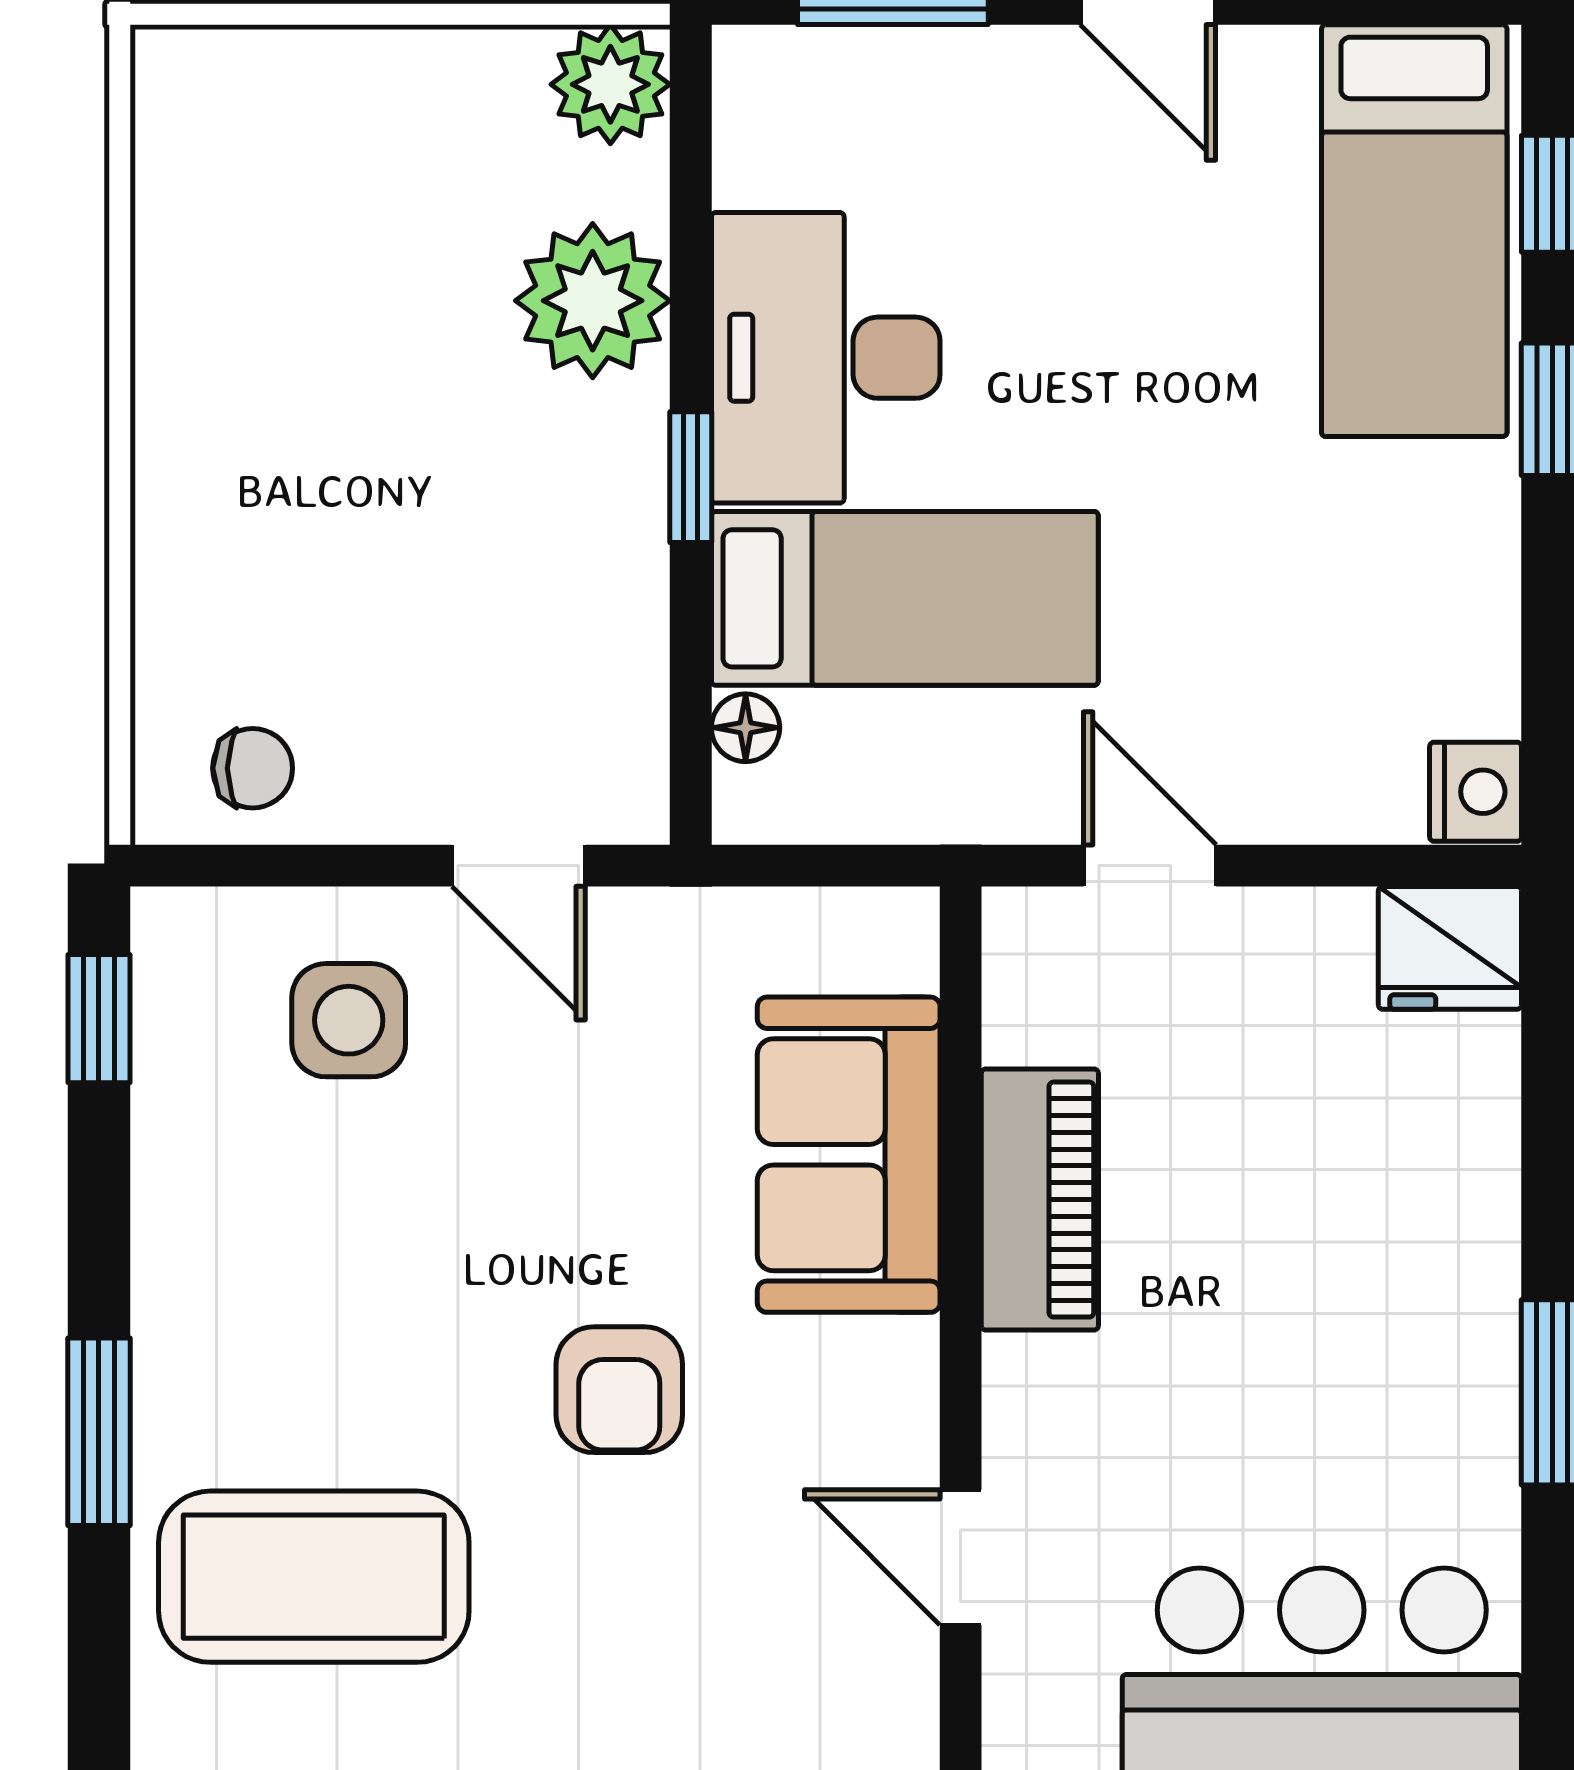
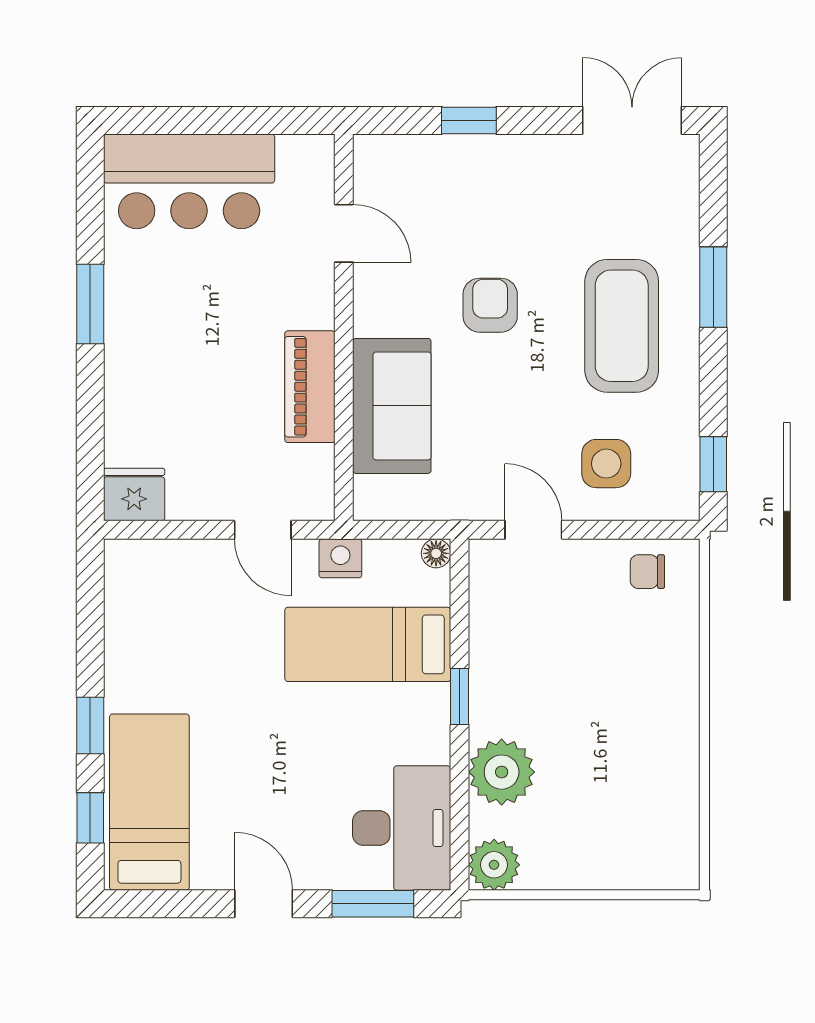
desk: (826, 358) -> (402, 828), moved
floor lamp: (746, 728) -> (436, 553), moved
nightstand: (1476, 792) -> (340, 558), moved, turned 90
coffee table: (314, 1577) -> (622, 326), moved, turned 90

